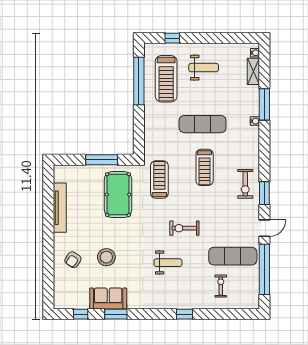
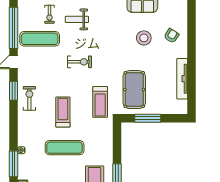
weight bench: (168, 263) -> (77, 19), moved

